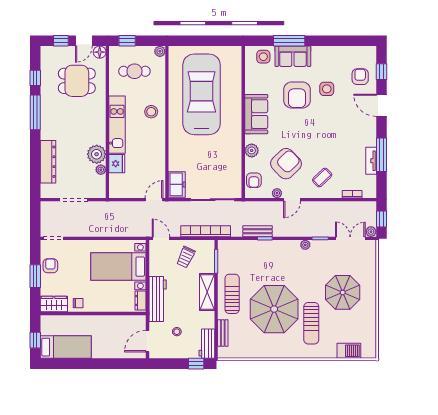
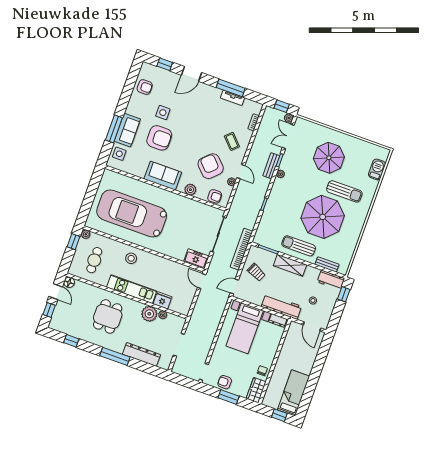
window: (127, 41) -> (74, 242), moved
armchair: (360, 77) -> (145, 87), moved, turned 180
dining table: (77, 81) -> (108, 316), moved
window: (35, 112) -> (115, 356), moved
bench: (257, 231) -> (271, 166), moved

